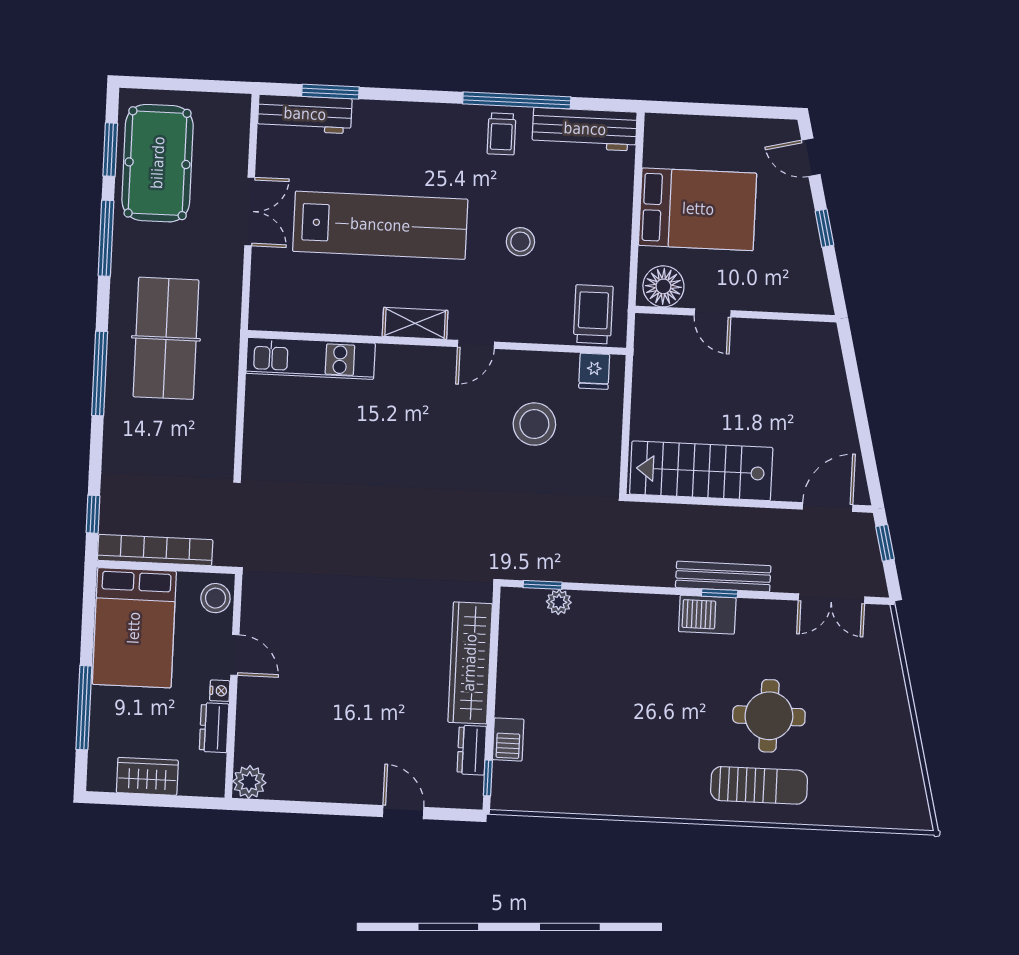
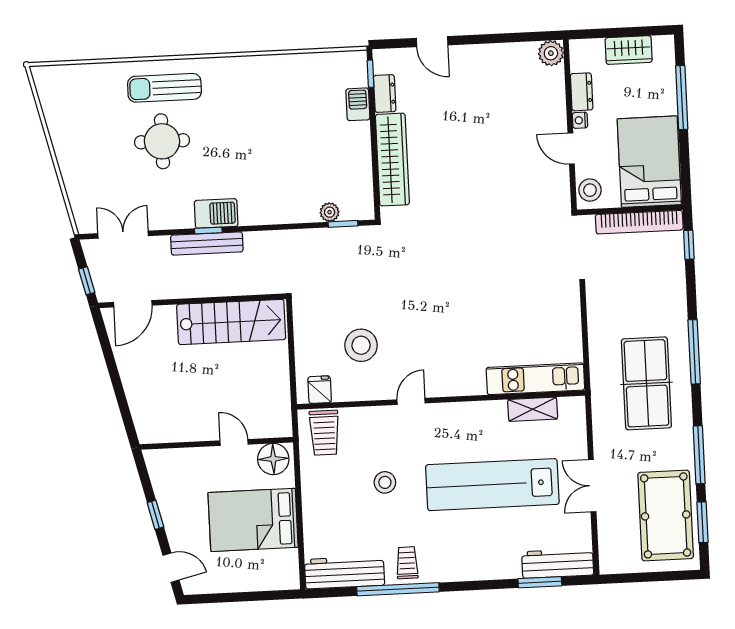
shelving: (415, 323) -> (533, 409), moved

